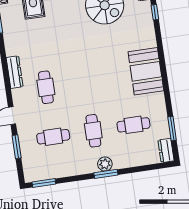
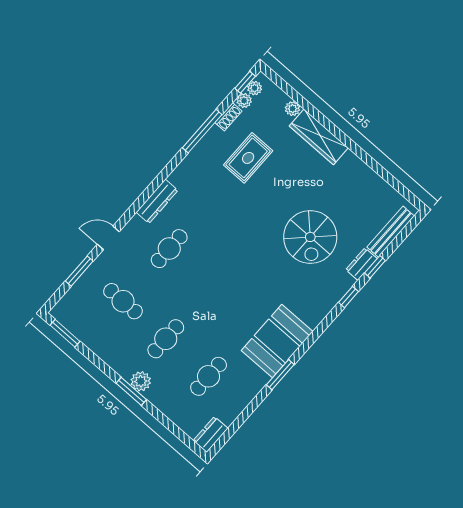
cafe table: (133, 125) -> (209, 376), turned 90
window: (172, 129) -> (280, 375), moved

